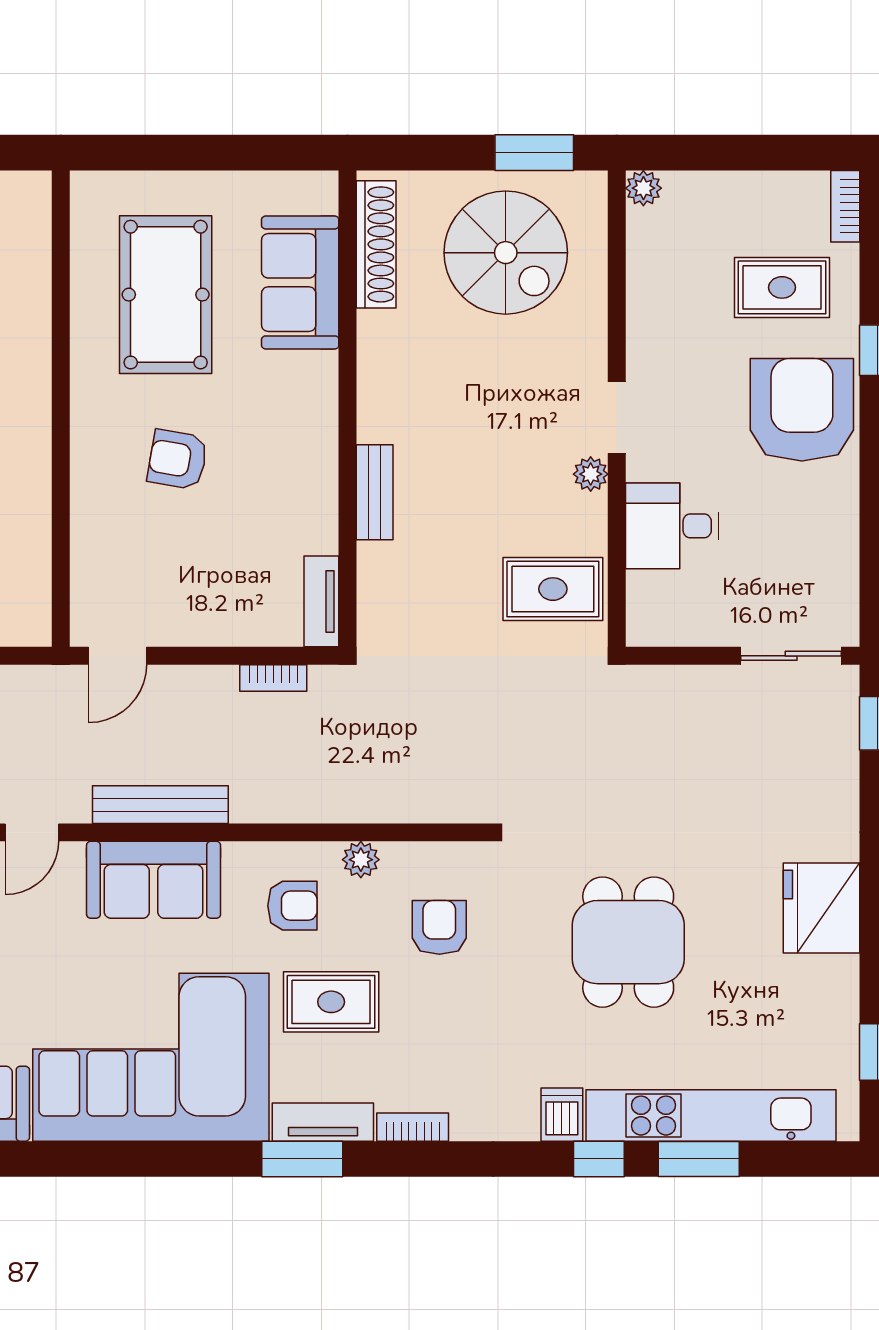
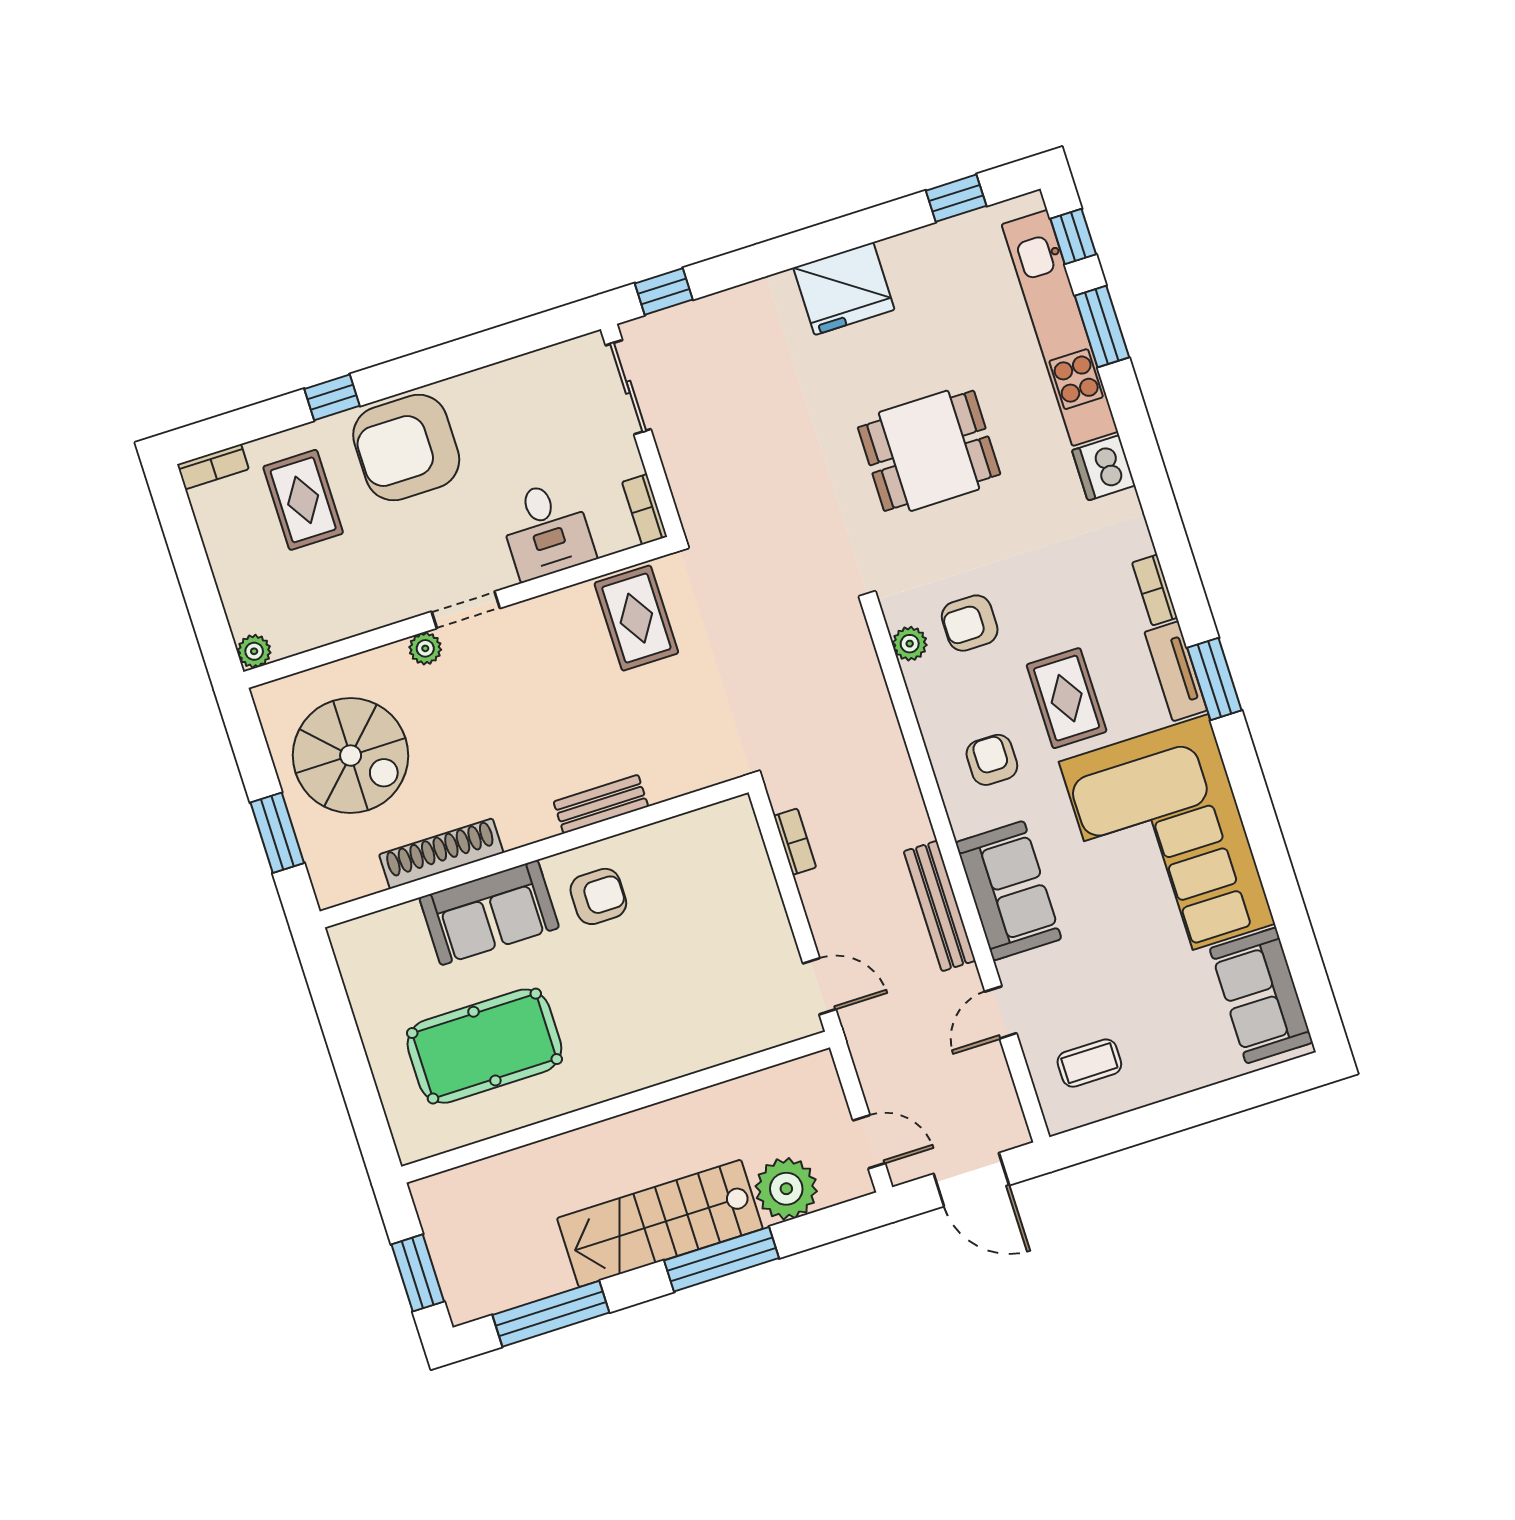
window: (534, 153) -> (277, 833), moved
shoe rack: (376, 244) -> (441, 854), moved
spiral stairs: (506, 253) -> (351, 756), turned 90
sofa: (300, 282) -> (489, 913), moved
armchair: (178, 459) -> (598, 896), moved, turned -100
plant: (591, 474) -> (425, 648), moved
tv unit: (321, 601) -> (713, 820), removed
bookcase: (661, 633) -> (645, 509), added
door: (32, 832) -> (1001, 1012), swing flipped
plant: (361, 860) -> (910, 644), moved
dishwasher: (562, 1115) -> (1104, 468), width x1.38
window: (599, 1159) -> (1073, 236), moved

